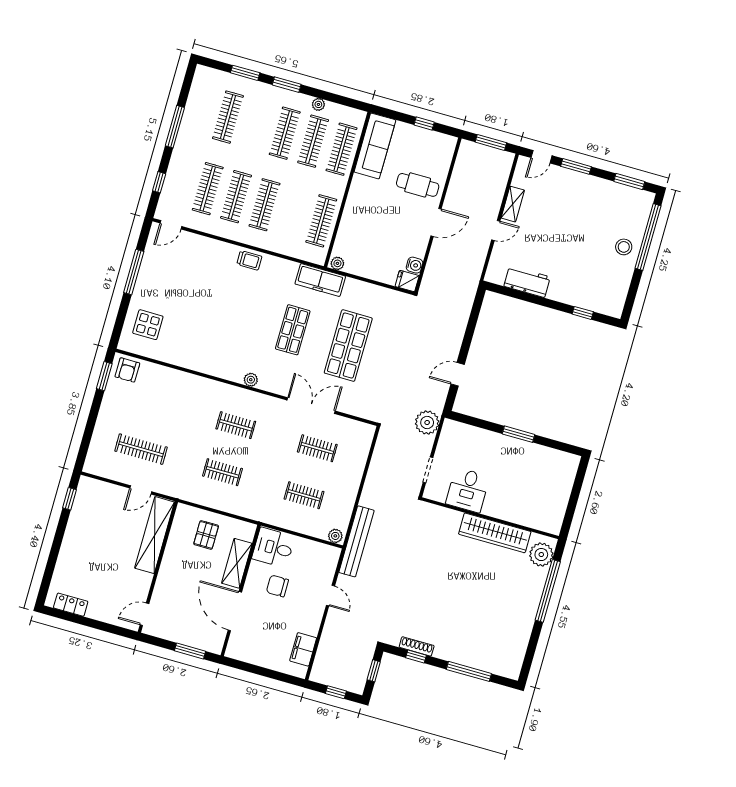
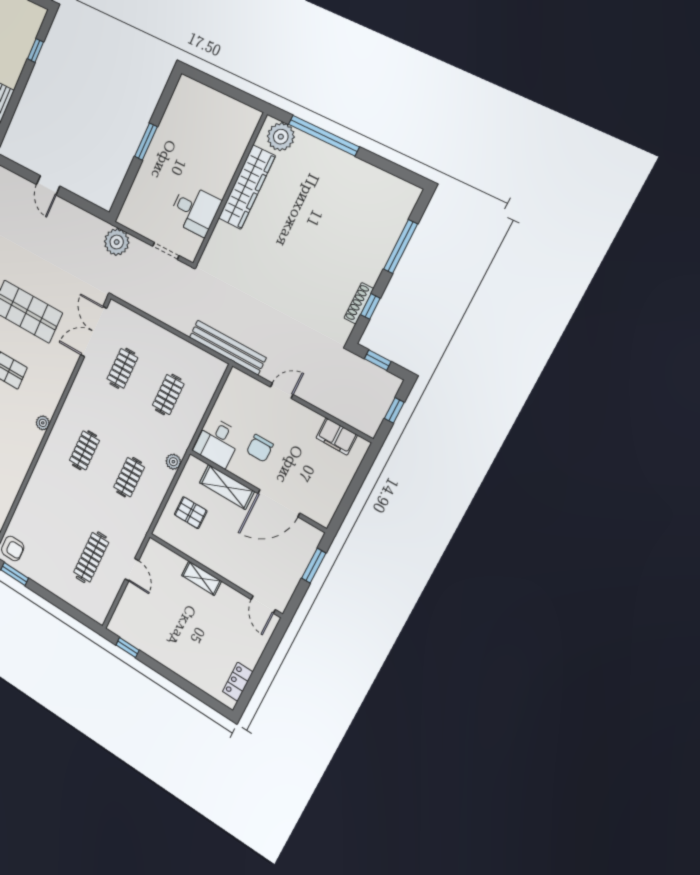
door: (458, 374) -> (48, 185), moved
double door: (311, 406) -> (94, 332), moved
shelving: (155, 535) -> (201, 578), width x0.45, depth x0.75
plant: (335, 536) -> (173, 462), moved

